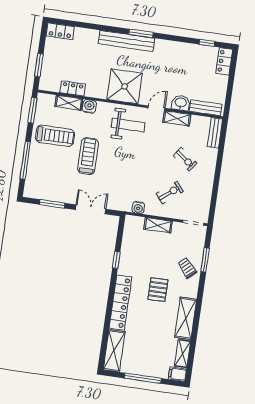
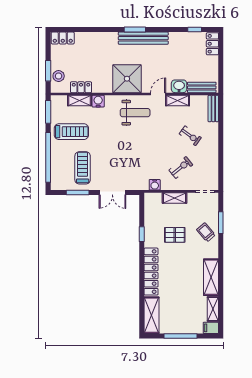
bench: (126, 41) -> (143, 38), moved
stool: (50, 72) -> (59, 76), added
treadmill: (88, 156) -> (83, 168), moved
window: (25, 160) -> (48, 157), width x1.46
double door: (91, 209) -> (112, 193), swing flipped
pallet: (158, 290) -> (175, 235), moved, turned 90

